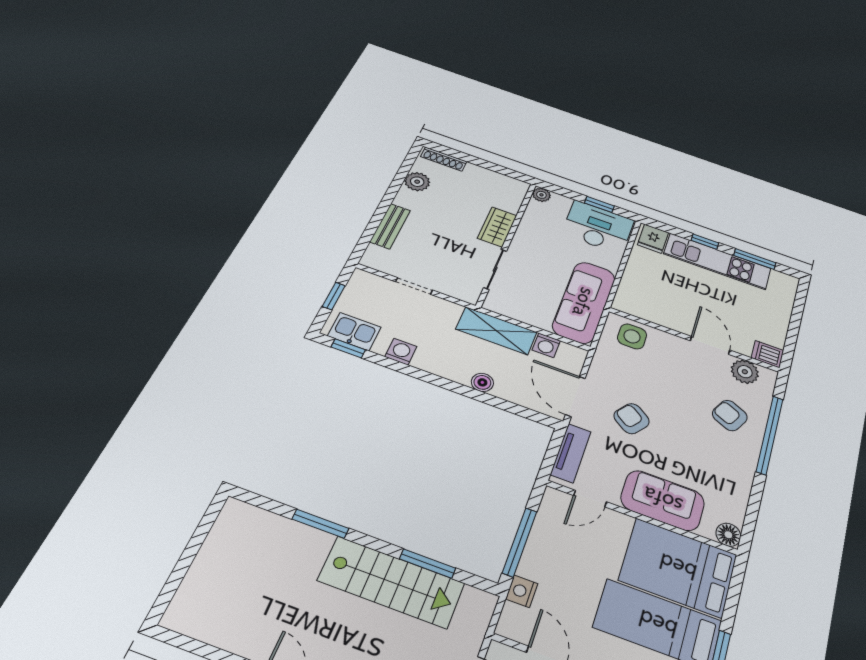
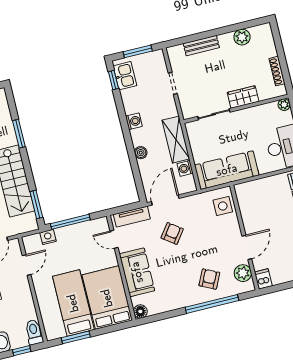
shoe rack: (444, 159) -> (277, 71), moved
window: (334, 296) -> (138, 51), width x1.50
washing machine: (401, 352) -> (134, 121), moved
window: (428, 564) -> (36, 204), moved

